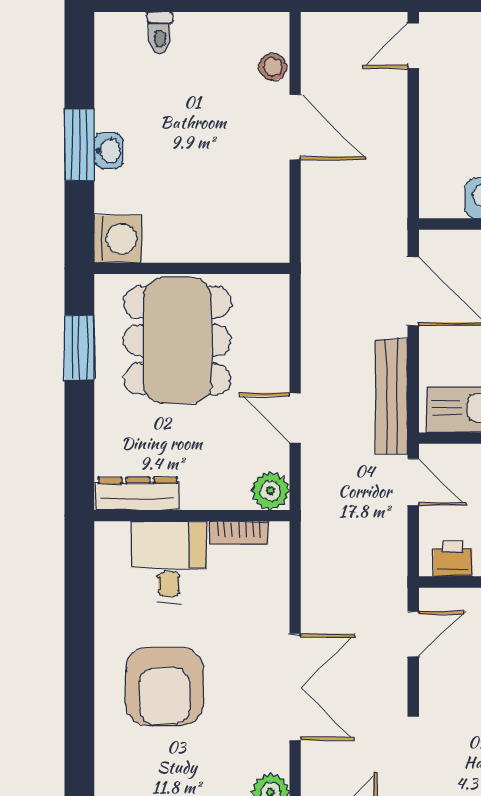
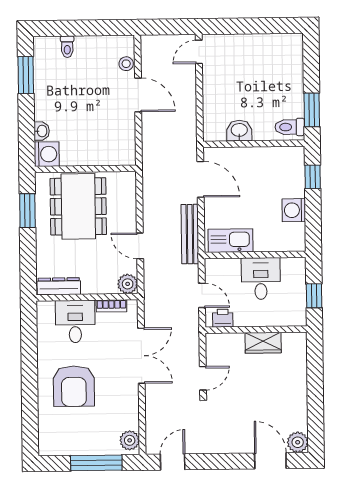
window: (79, 145) -> (26, 75), moved
washbasin: (109, 151) -> (42, 131), moved
door: (413, 482) -> (202, 295), moved
door: (413, 634) -> (203, 378), moved
double door: (295, 687) -> (141, 356), moved

